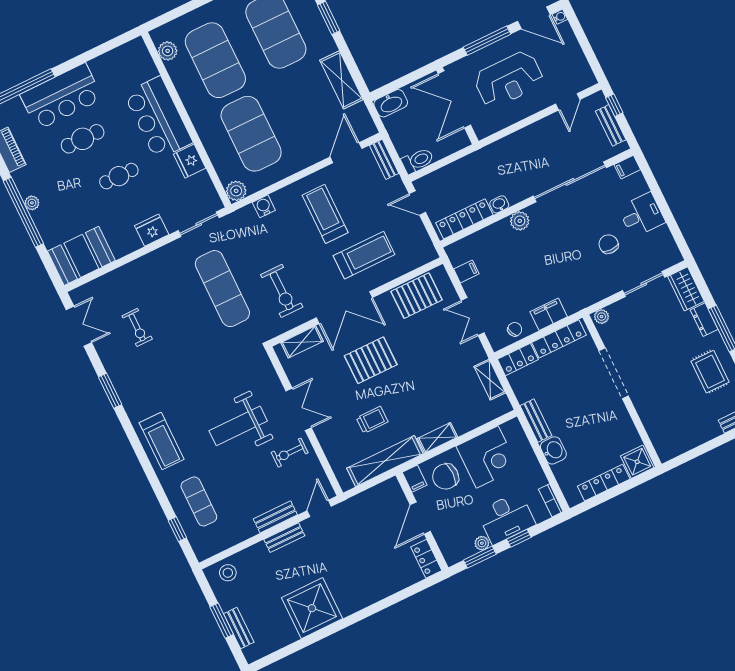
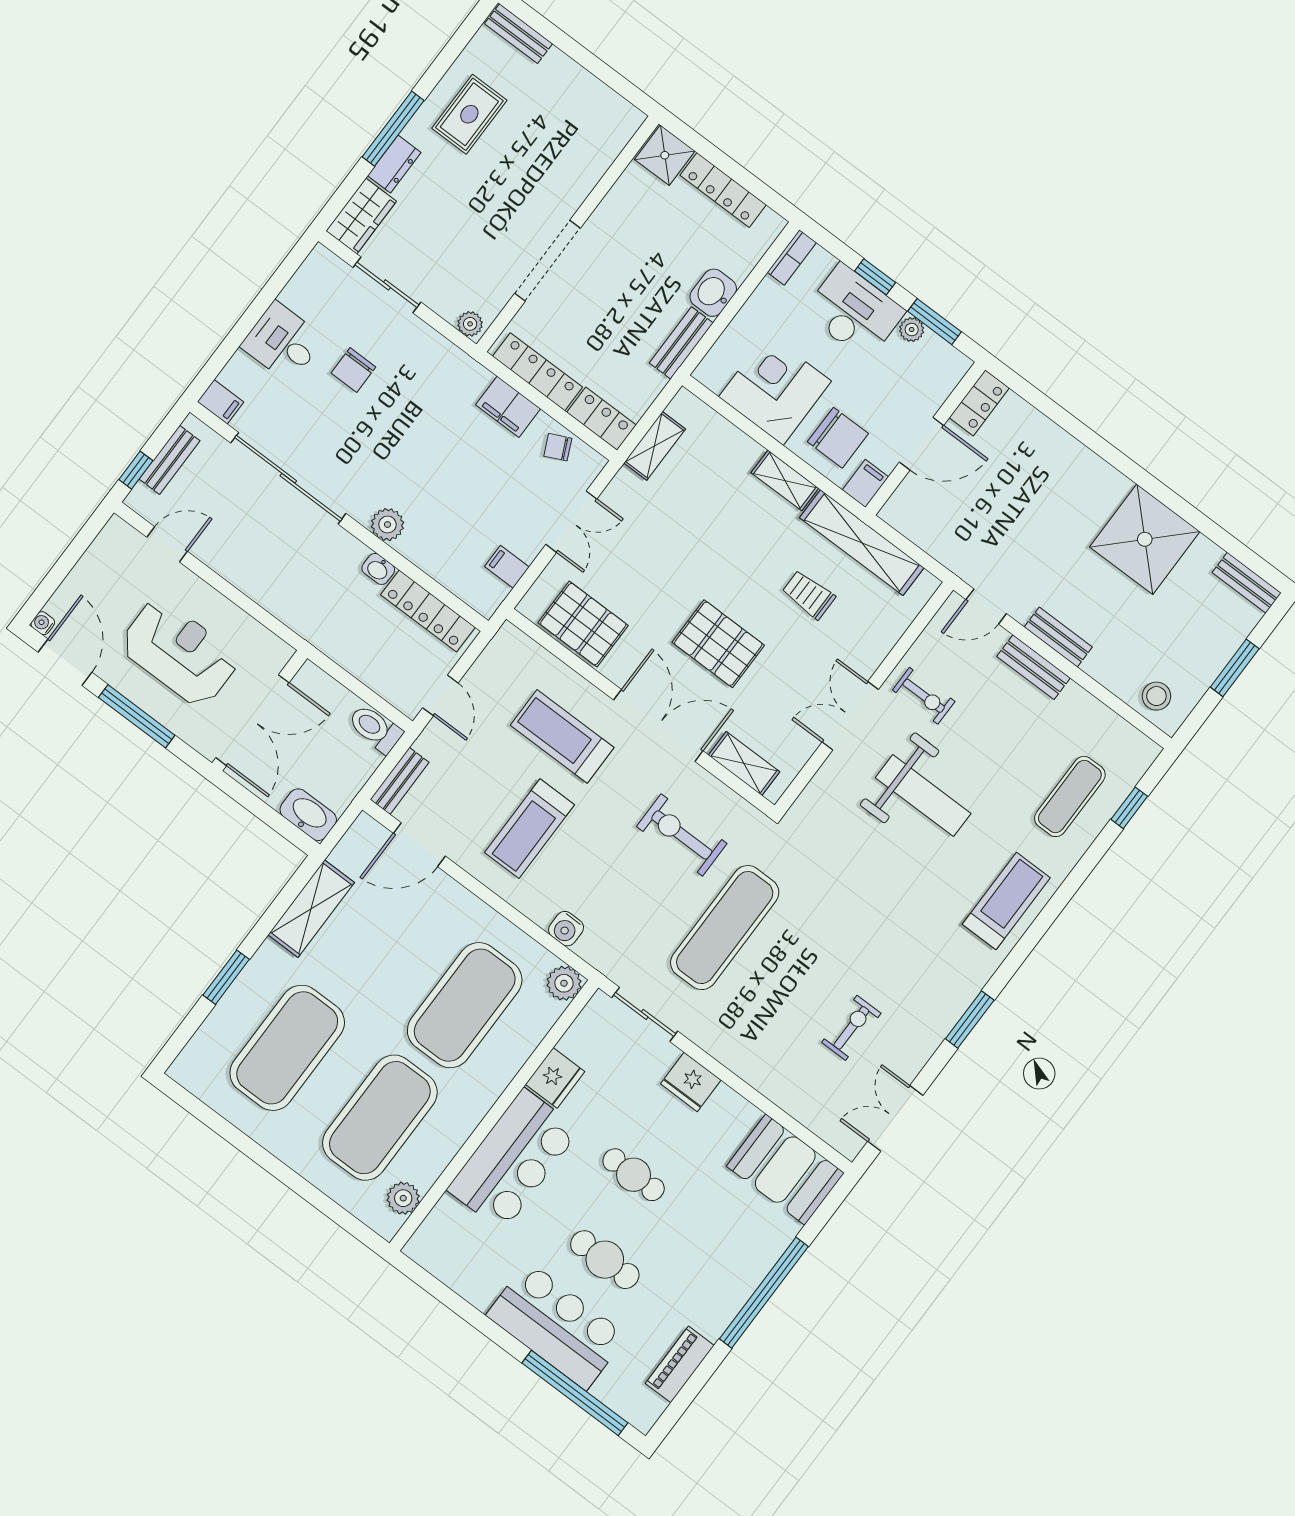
plant: (32, 203) -> (743, 1287), removed
exercise bike: (282, 291) -> (682, 835), turned -90
bench: (239, 628) -> (1247, 583), moved, turned 90

